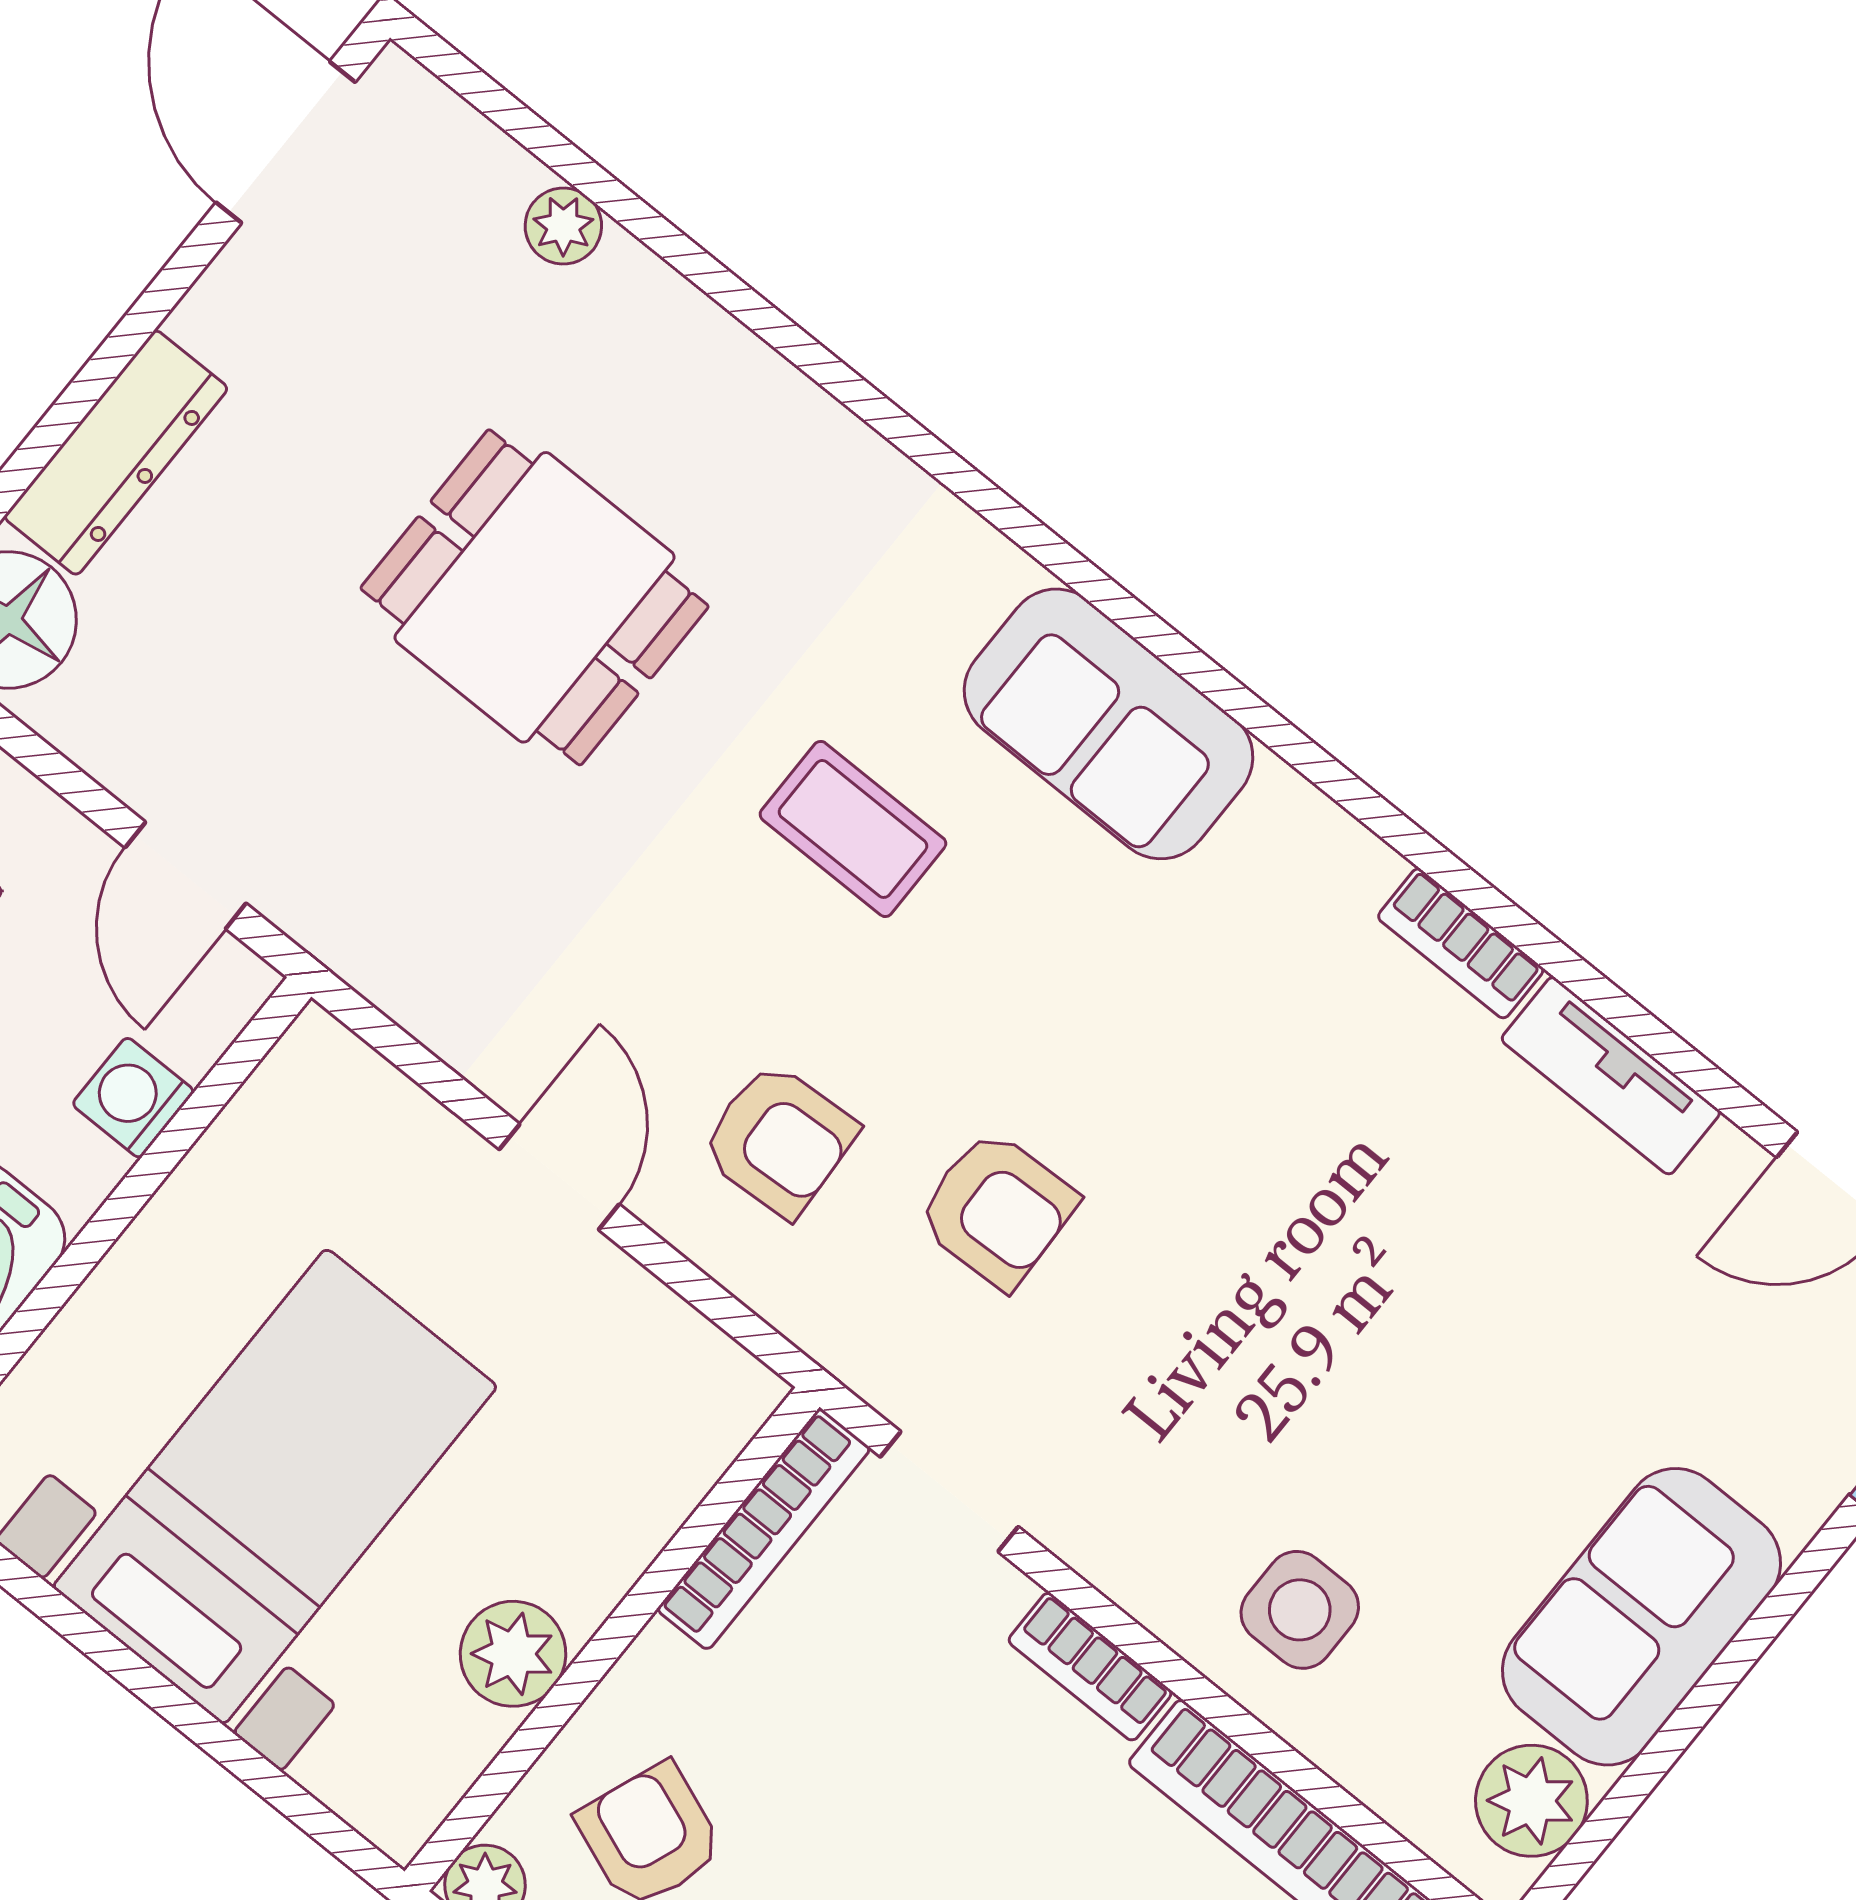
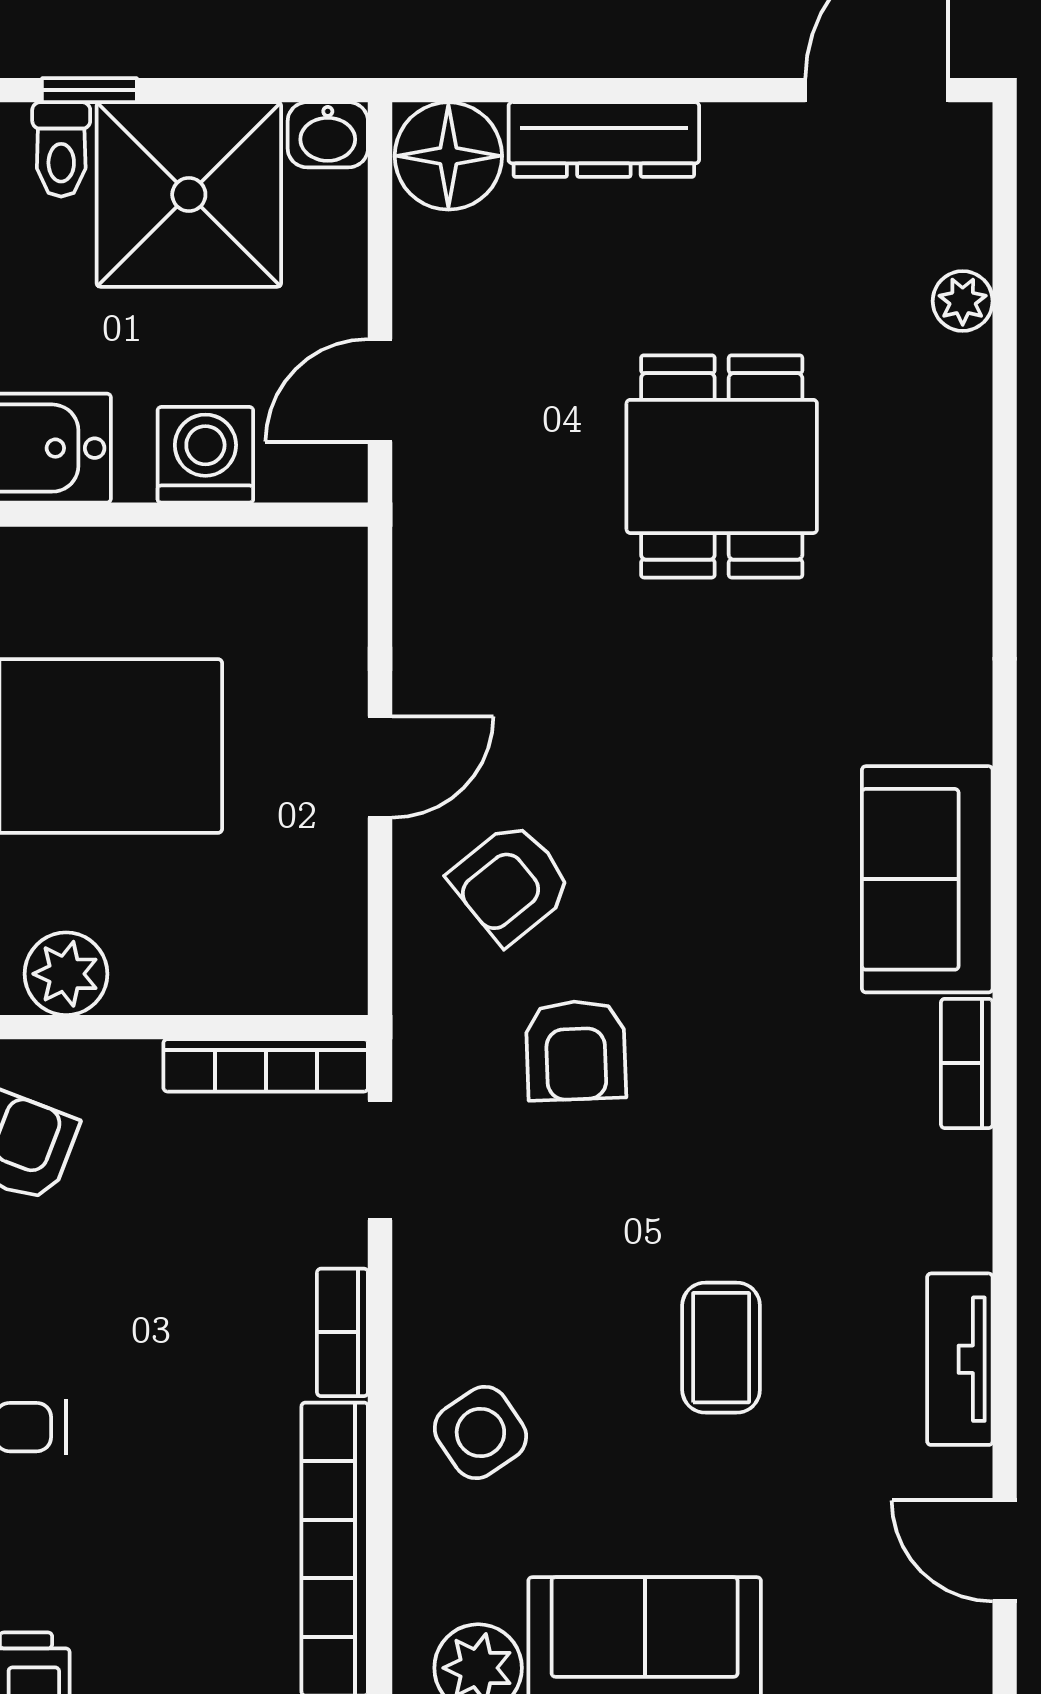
coffee table: (853, 829) -> (721, 1348), moved
bookcase: (1461, 943) -> (967, 1063), moved
washing machine: (133, 1098) -> (205, 455), width x1.38, depth x1.38
armchair: (779, 1140) -> (511, 883), turned 54
side table: (1300, 1610) -> (480, 1433), turned -34

